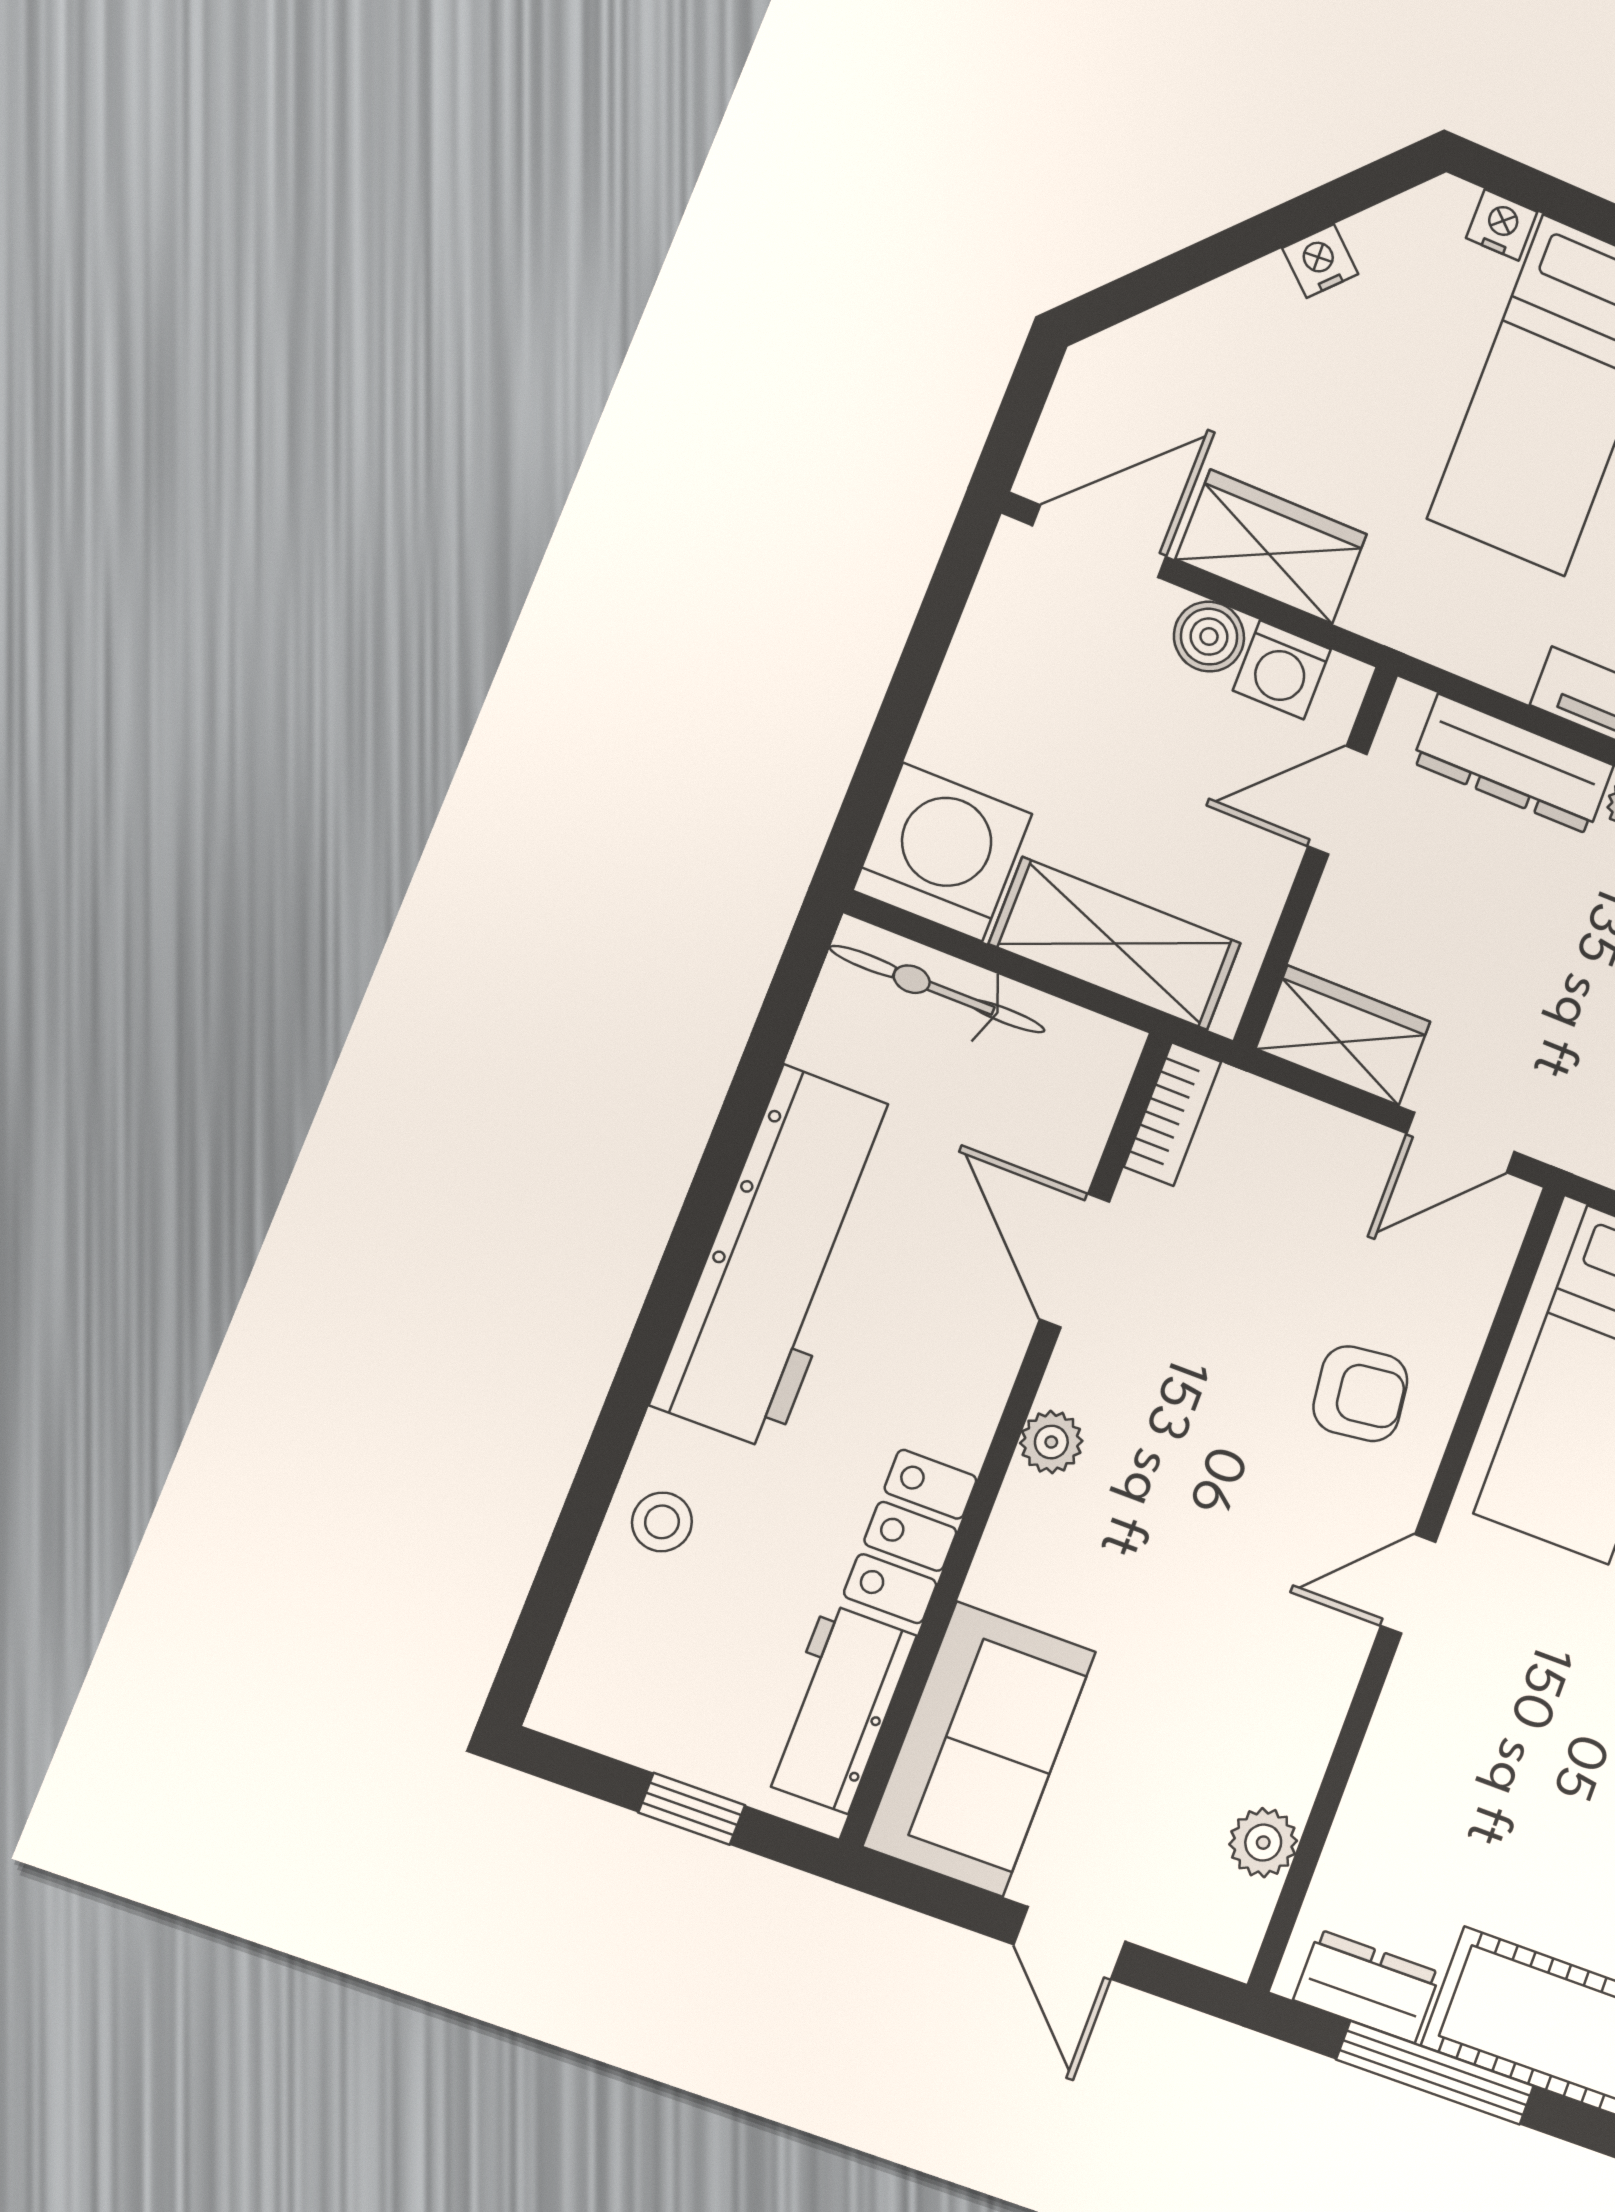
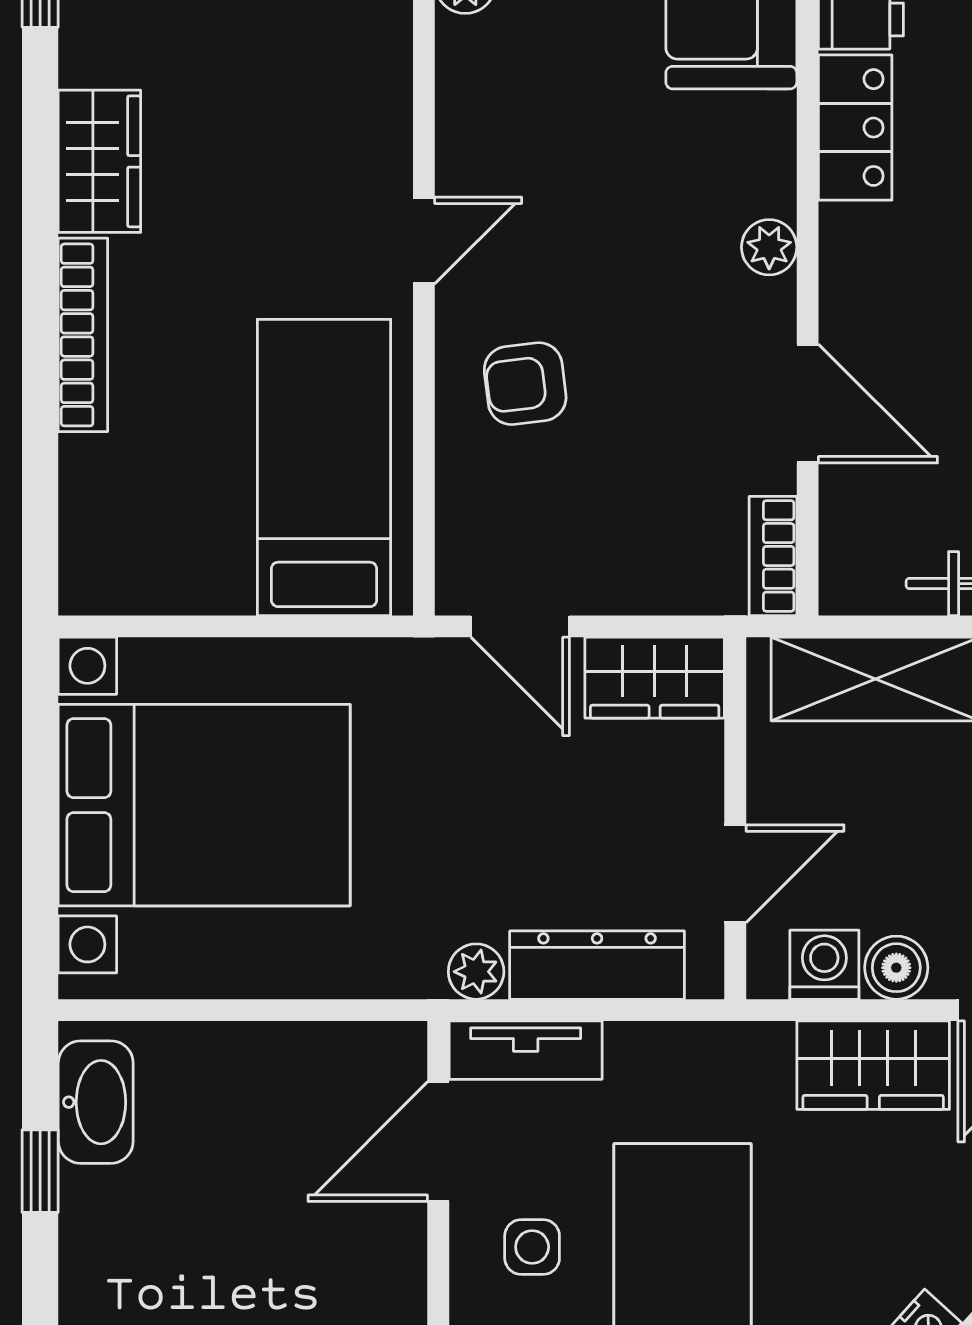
door: (1461, 1143) -> (520, 626), swing flipped

